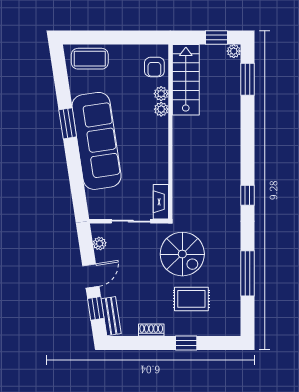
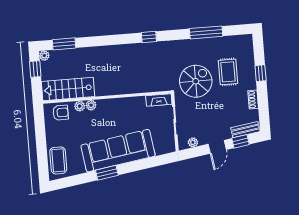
door: (91, 276) -> (217, 147), swing flipped

